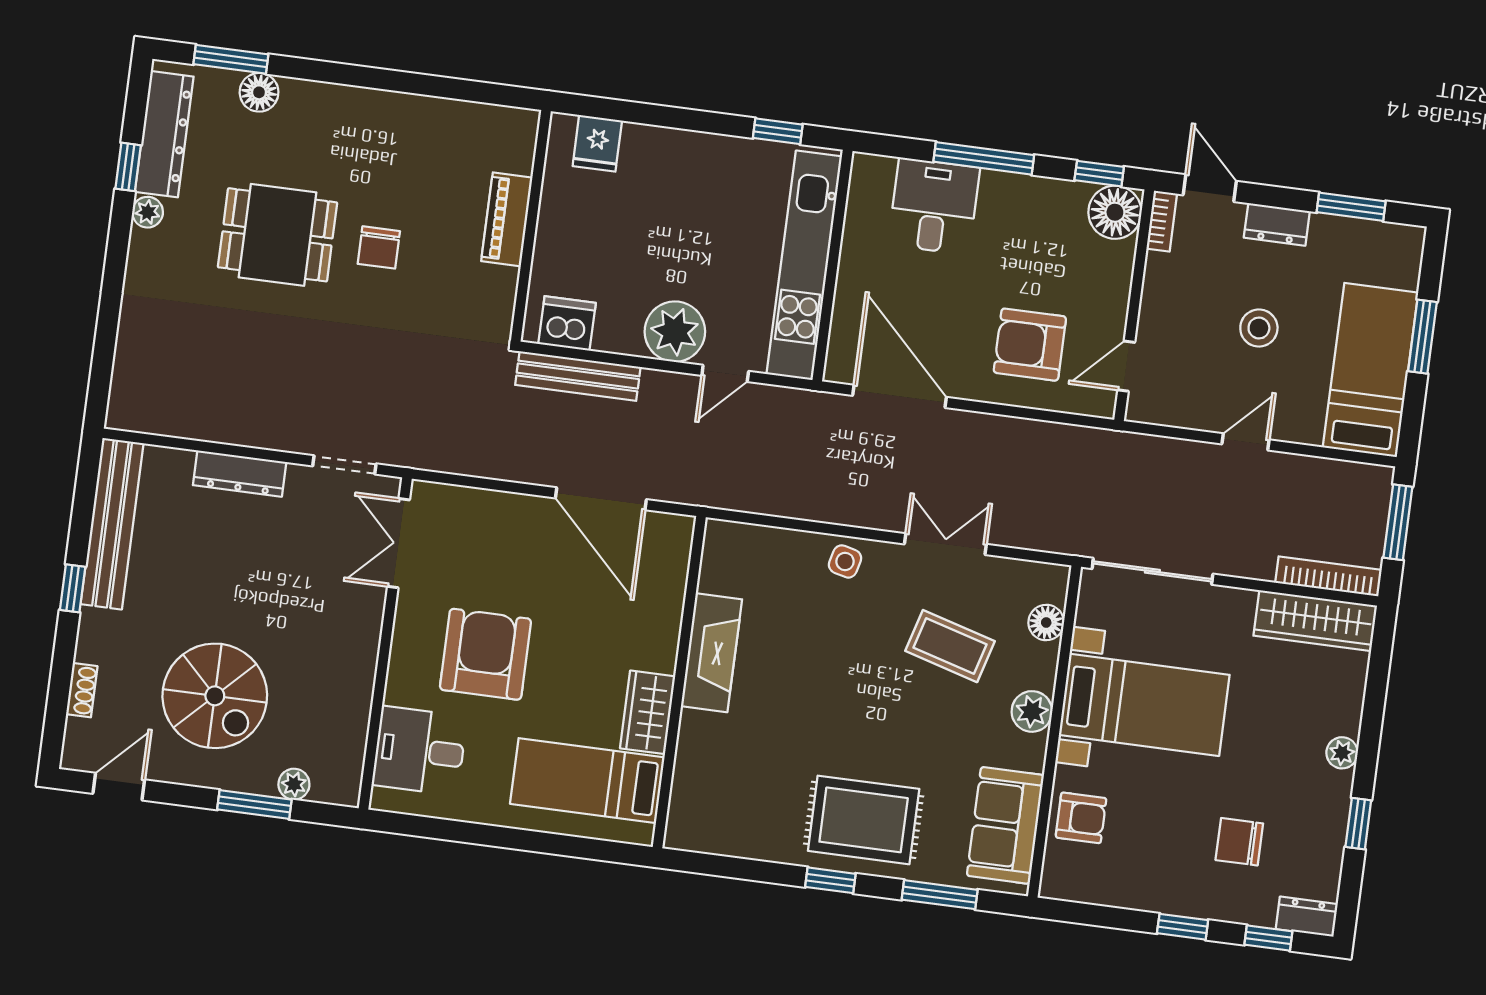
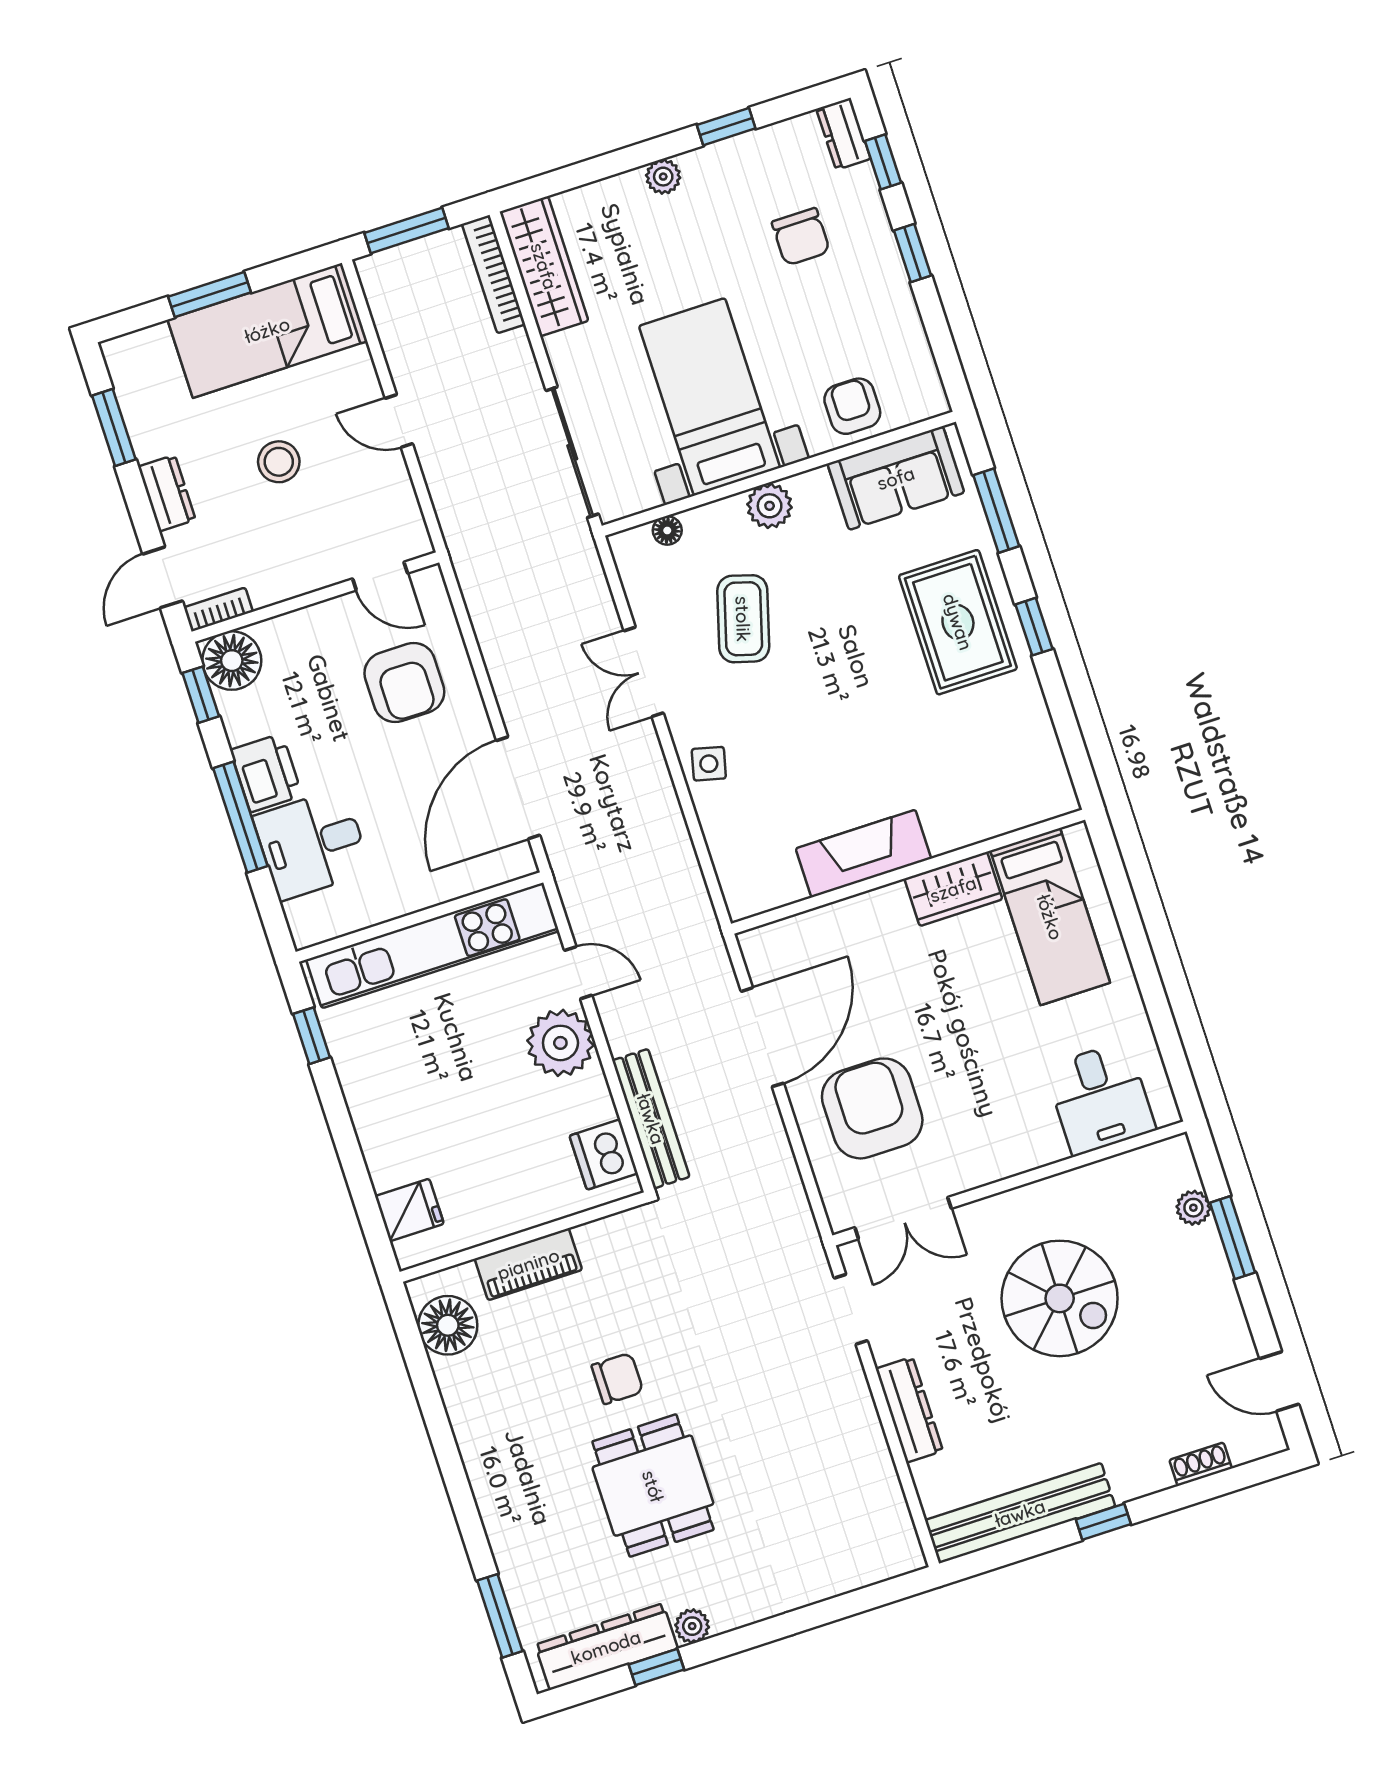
floor lamp: (259, 92) -> (448, 1325), moved, width x1.38, depth x1.38
printer: (1010, 197) -> (266, 773), added
floor lamp: (1046, 622) -> (667, 530), width x0.73, depth x0.73
armchair: (485, 654) -> (872, 1108), moved, turned 90
spiral stairs: (215, 696) -> (1060, 1298), moved, turned 90

